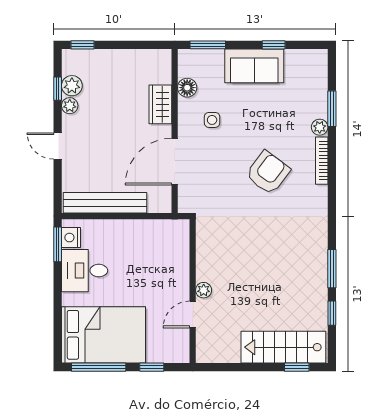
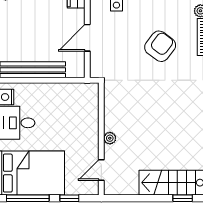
door: (175, 162) -> (87, 38), width x0.73
door: (193, 314) -> (101, 170), moved

